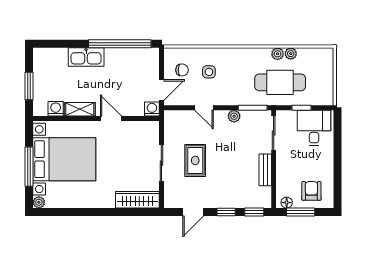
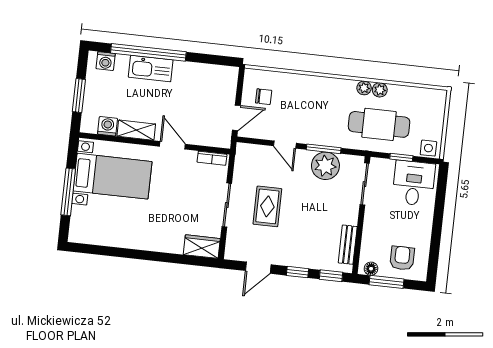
window: (120, 44) -> (148, 52), moved
plant: (291, 54) -> (364, 88), moved
side table: (209, 72) -> (428, 148), moved
window: (253, 108) -> (324, 149), moved
washing machine: (152, 109) -> (106, 61), moved, turned 180
plant: (234, 116) -> (325, 166), width x1.88, depth x1.88
bookcase: (145, 126) -> (212, 158), added
bed with nightstands: (64, 159) -> (112, 176), width x0.73
bench: (265, 170) -> (348, 245), moved
wardrobe: (137, 200) -> (202, 247), width x0.67
plant: (39, 202) -> (75, 236), removed

